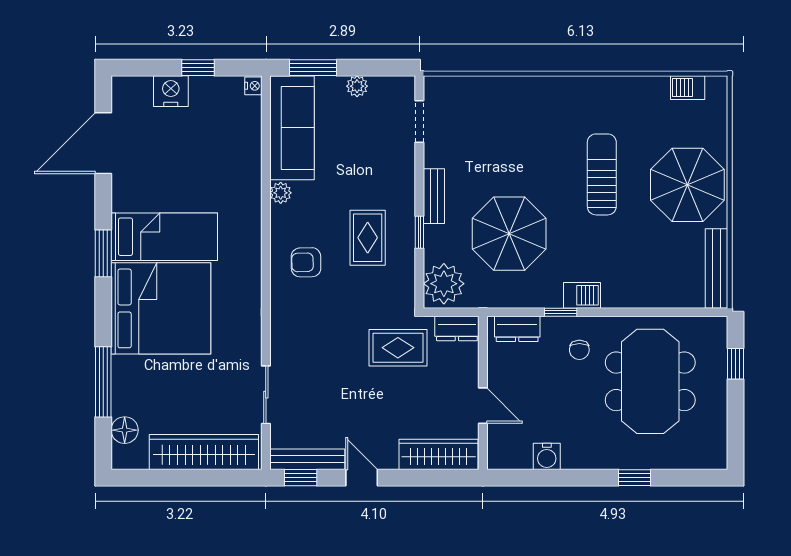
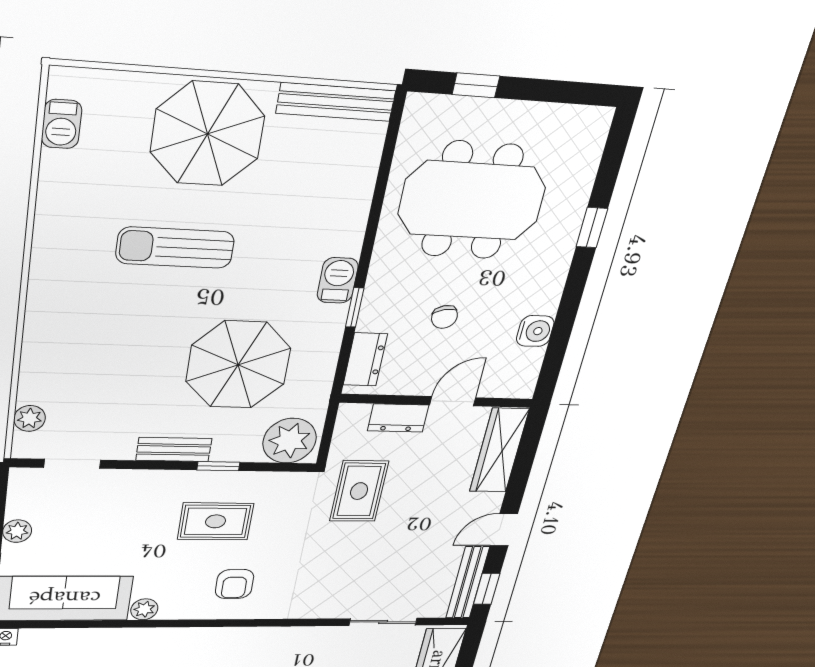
plant: (458, 87) -> (30, 418), added
dresser: (457, 329) -> (398, 418), moved, turned 90
chair: (579, 350) -> (444, 317), moved, turned 77

